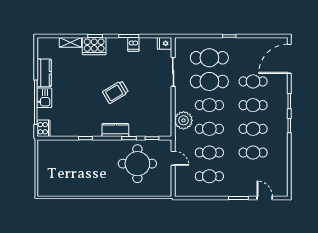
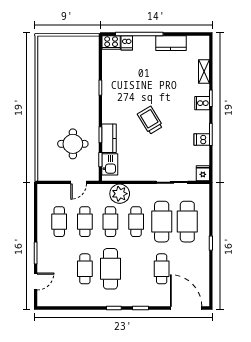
cooker: (94, 46) -> (202, 103), width x0.53, depth x0.76
kitchen sink: (44, 98) -> (110, 164), moved, turned -90
cafe table: (253, 105) -> (136, 269), removed
dishwasher: (44, 114) -> (127, 43), added
cafe table: (253, 129) -> (110, 269), width x1.37, depth x1.35
kitchen counter: (115, 130) -> (109, 138), moved
round table: (137, 164) -> (73, 144), width x0.73, depth x0.73

